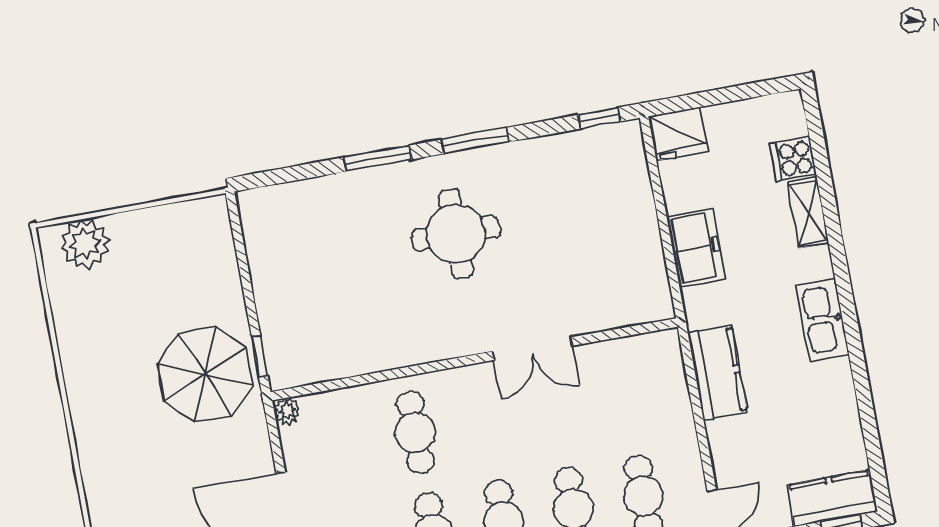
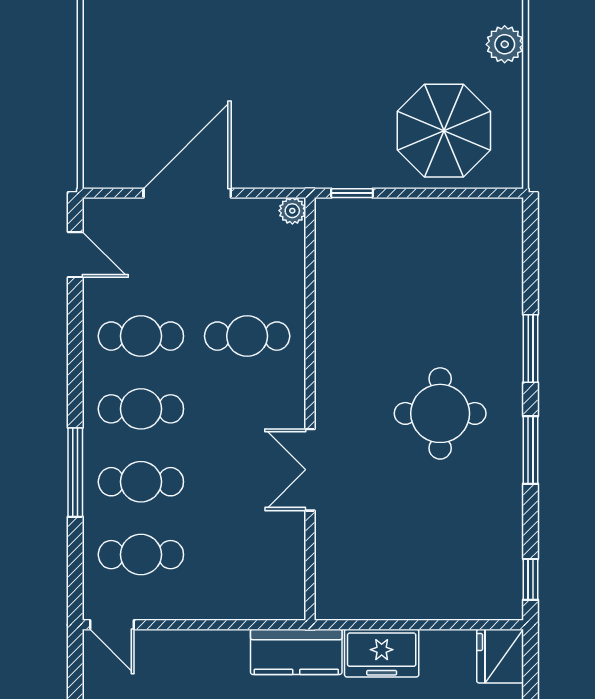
plant: (85, 244) -> (505, 44), width x0.73, depth x0.73
kitchen counter: (717, 373) -> (296, 652), moved
parasol: (205, 375) -> (444, 131), moved

